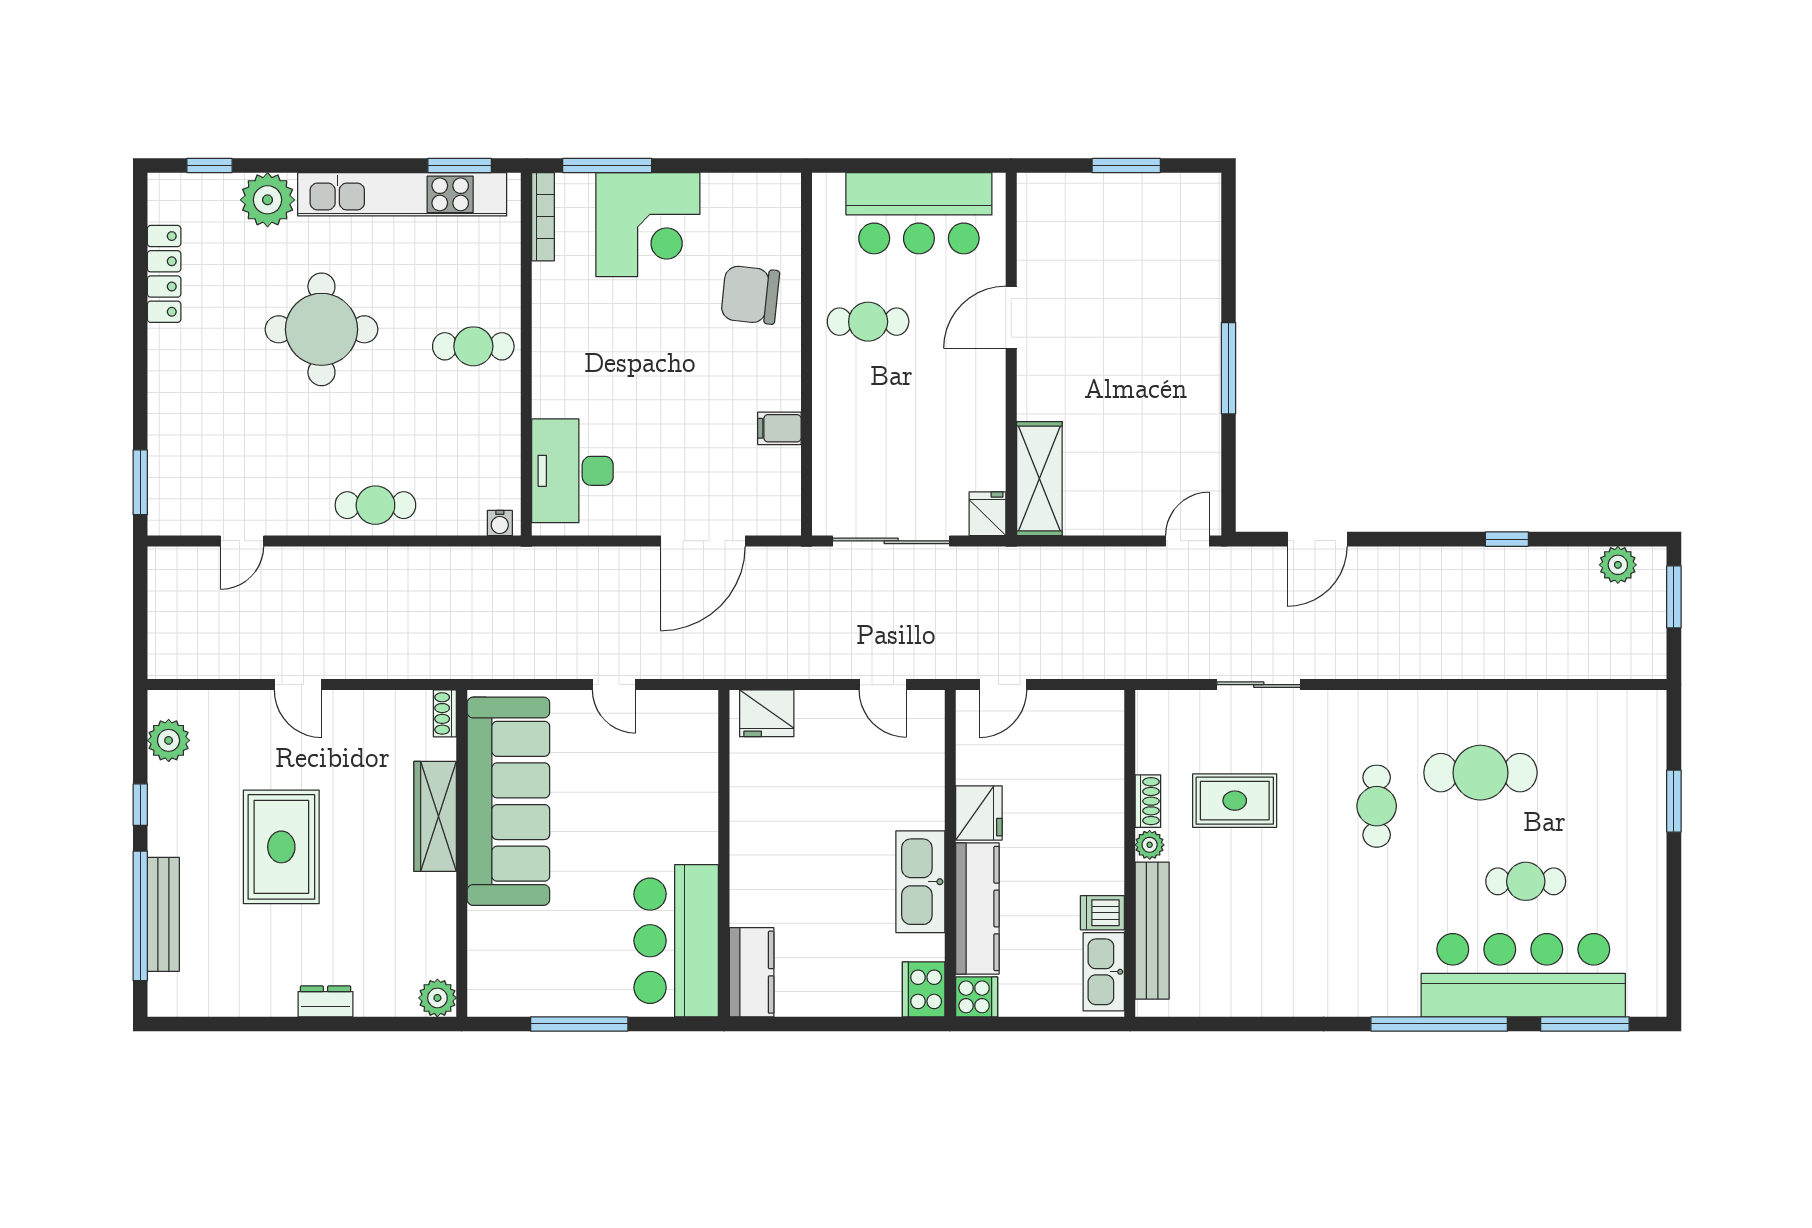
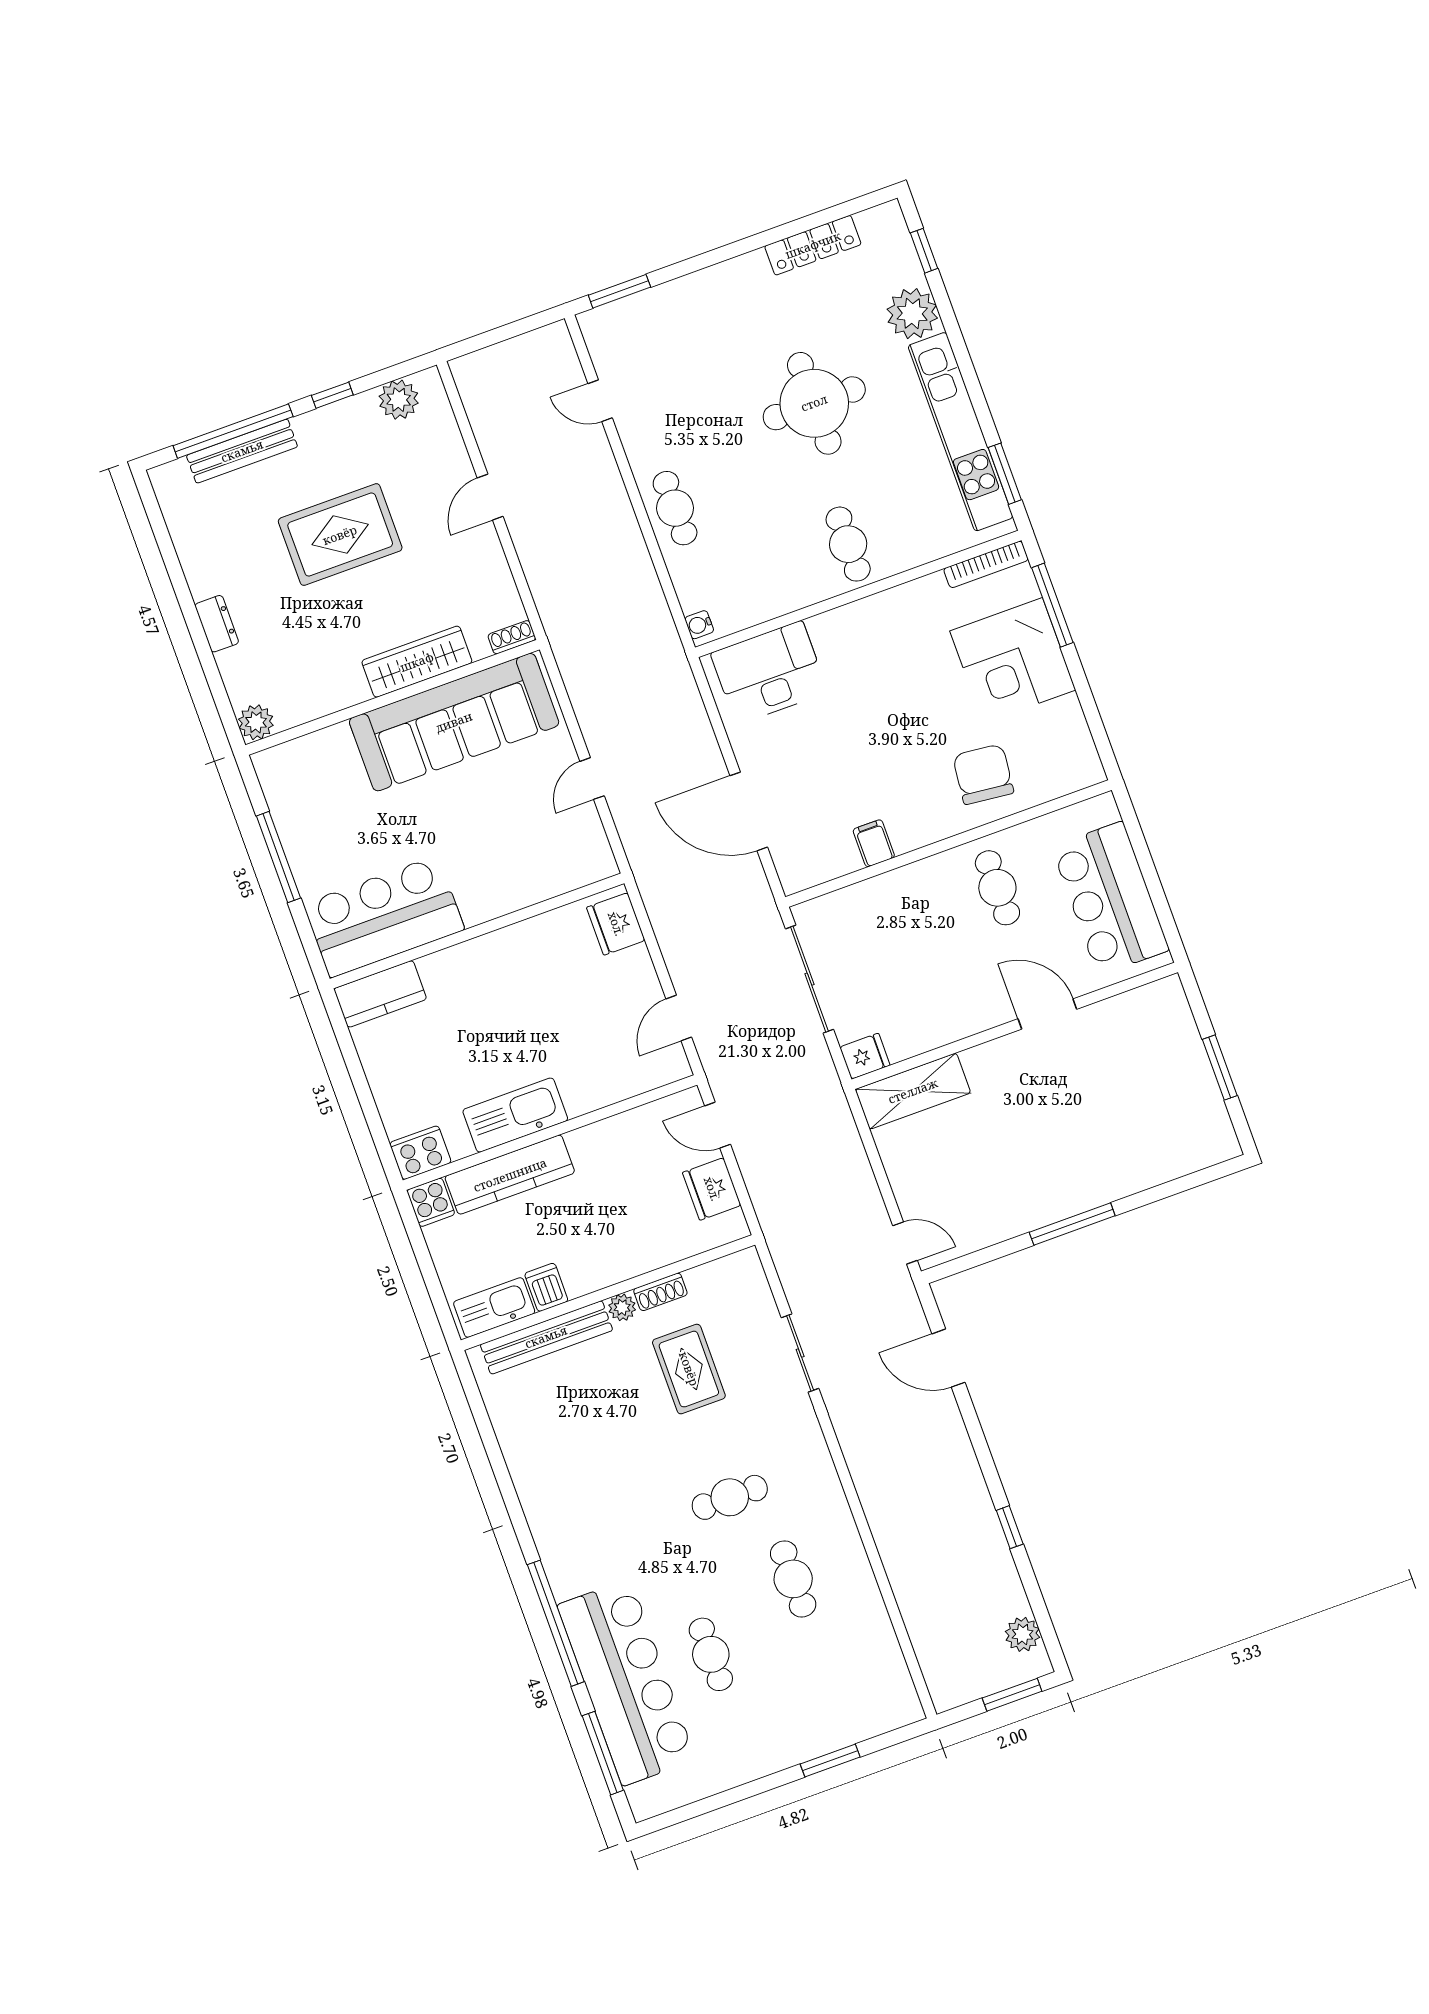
cafe table: (1480, 773) -> (793, 1579), width x0.73, depth x0.74
fridge: (979, 813) -> (712, 1189), moved, turned 90

